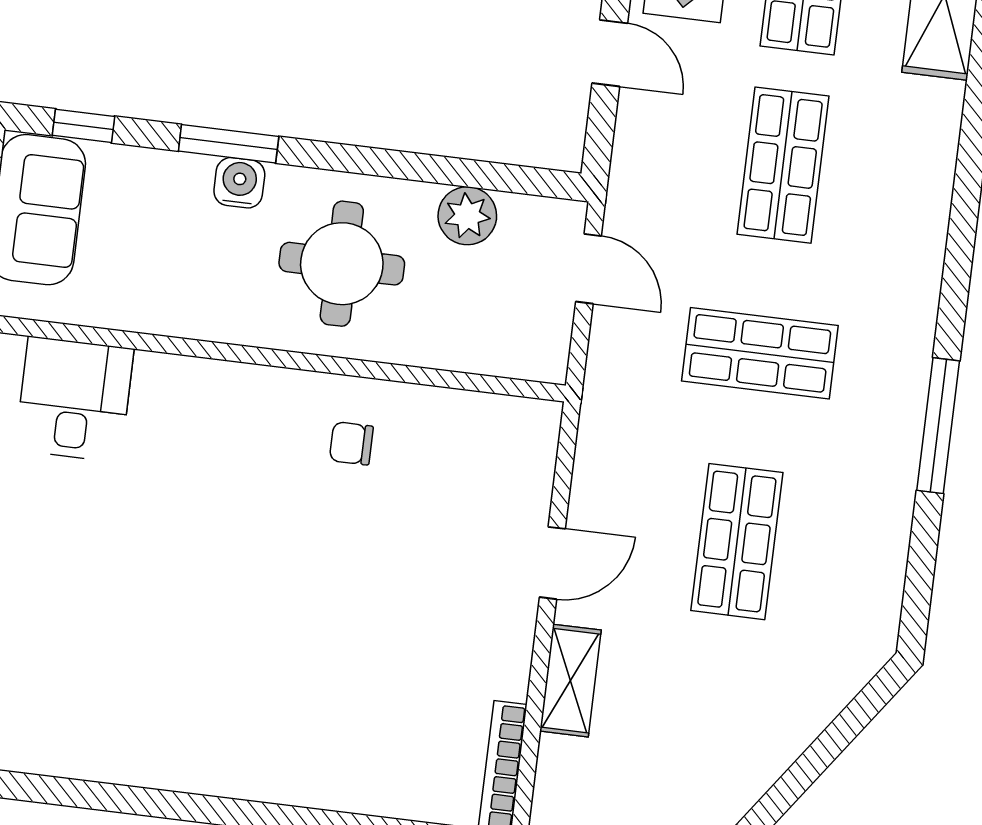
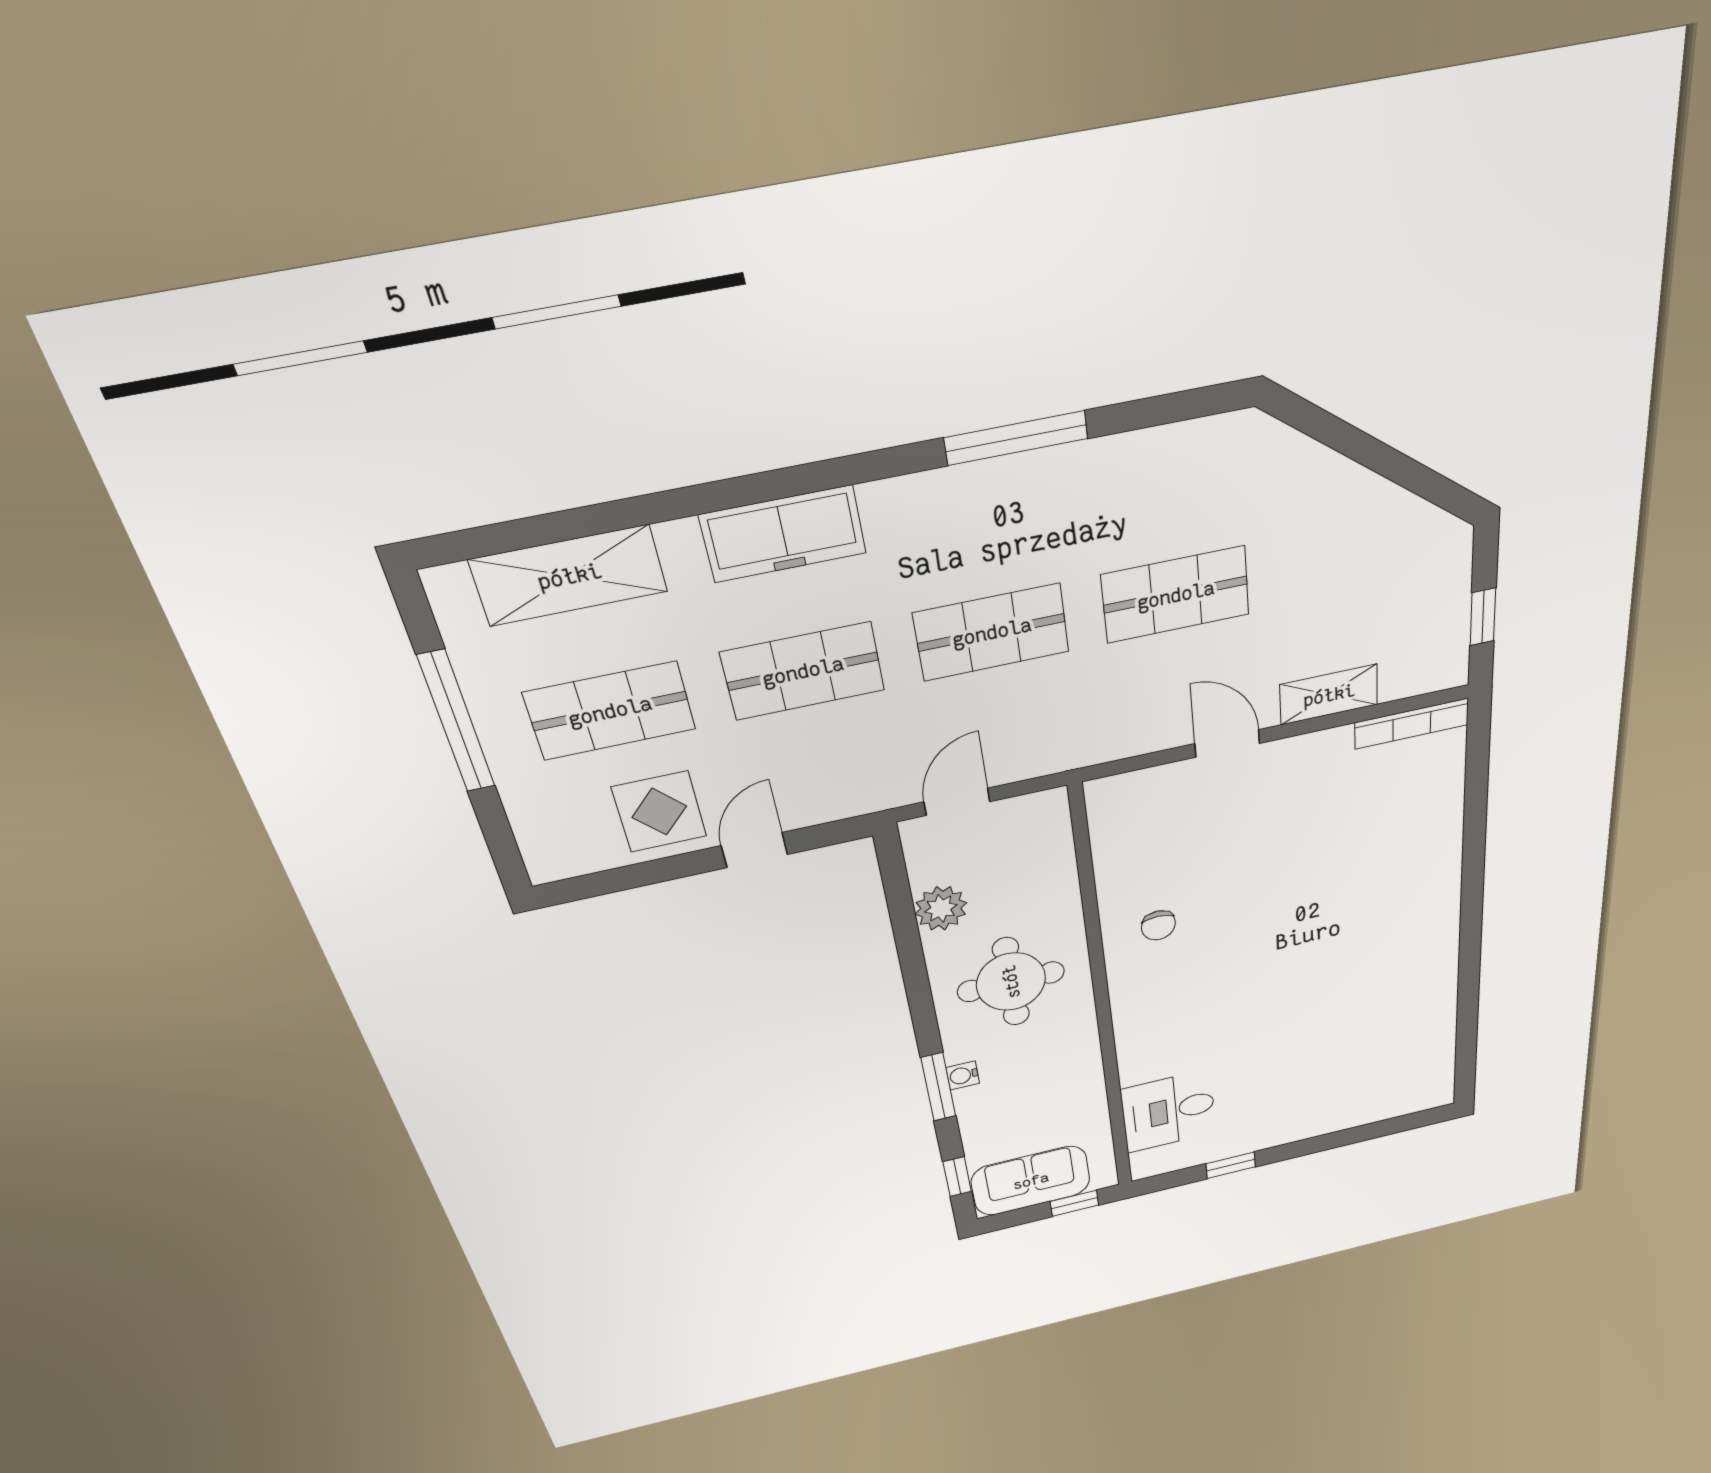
water cooler: (239, 183) -> (963, 1075), width x0.72, depth x0.72
freezer: (920, 192) -> (783, 534), added
shop shelf: (760, 353) -> (992, 632), turned 90

